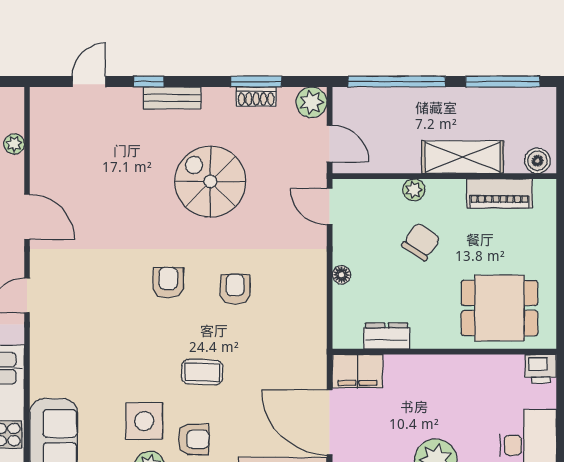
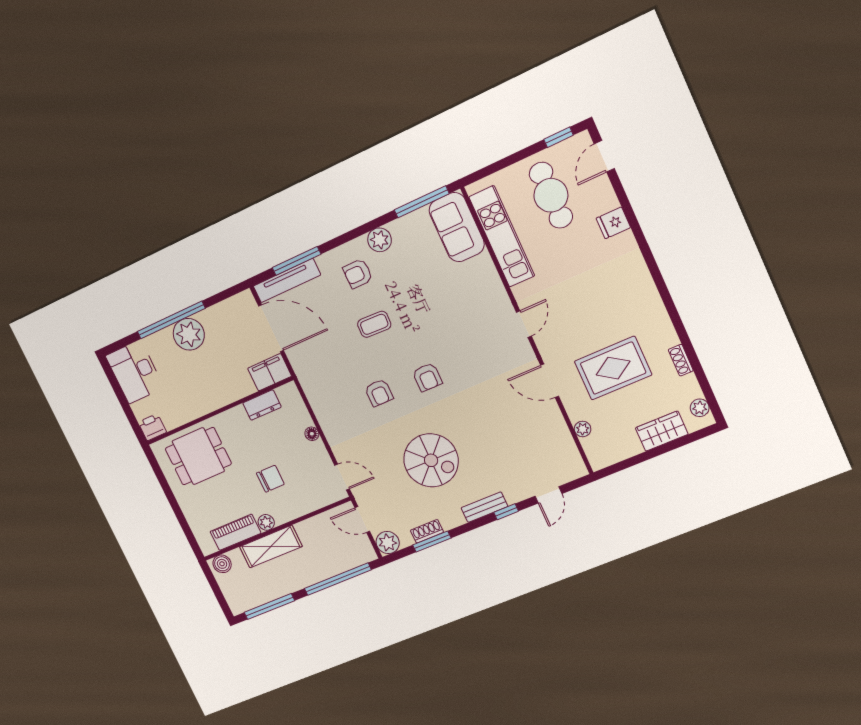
plant: (414, 190) -> (266, 522), moved
chair: (421, 242) -> (270, 479), turned -124
side table: (144, 421) -> (398, 271), removed

